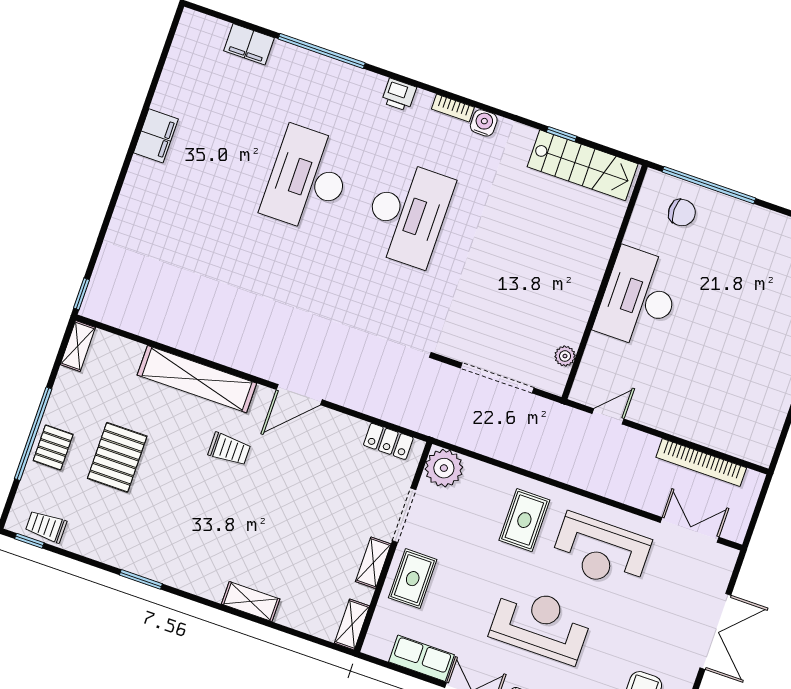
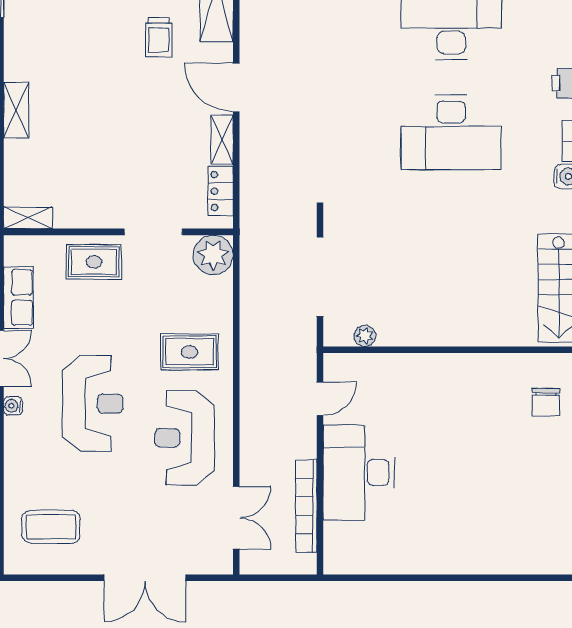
desk: (639, 298) -> (359, 473), moved, turned -90
door: (608, 416) -> (320, 399), hinge flipped
shelving: (373, 563) -> (222, 140), moved, turned 90

